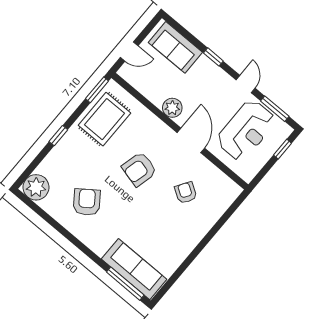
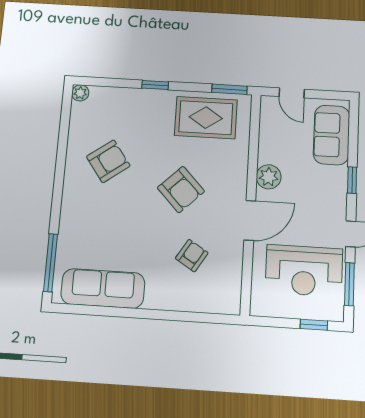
armchair: (139, 169) -> (181, 189), turned -148
plant: (36, 187) -> (80, 93), width x0.53, depth x0.53
sofa: (134, 269) -> (103, 288), moved, turned -90

